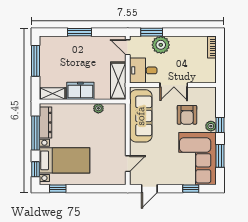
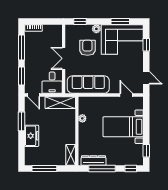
window: (79, 32) -> (22, 121), moved
window: (187, 32) -> (22, 48), added
plant: (161, 45) -> (32, 69), removed
door: (128, 47) -> (34, 95), hinge flipped
double door: (174, 85) -> (64, 58), swing flipped
freezer: (80, 91) -> (32, 136), moved, turned 180
armchair: (187, 115) -> (87, 48), turned -90
window: (220, 125) -> (80, 22), moved
bed with nightstands: (64, 160) -> (123, 127), moved, turned -90

